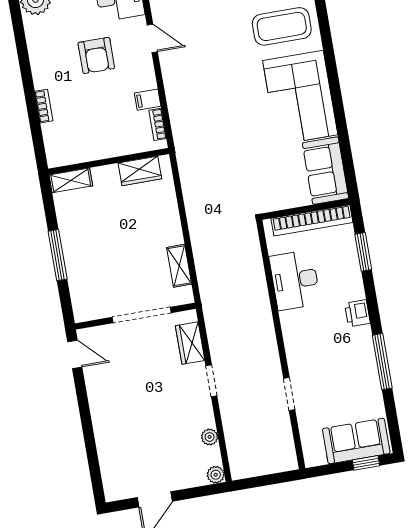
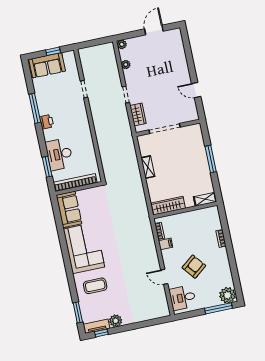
coffee table: (282, 26) -> (95, 286), width x0.73, depth x0.76
armchair: (96, 55) -> (194, 267), turned 51
wardrobe: (140, 171) -> (168, 206), width x1.50
shelving: (179, 266) -> (148, 167), moved
desk: (295, 280) -> (59, 154), moved, turned 180
printer: (357, 313) -> (47, 122), moved
door: (75, 354) -> (196, 90), moved
window: (366, 463) -> (53, 51), moved

